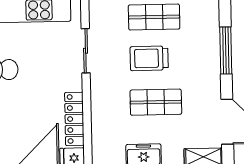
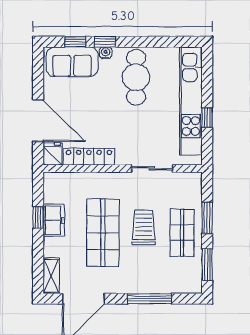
shop shelf: (156, 102) -> (103, 233), width x1.43, depth x1.36

